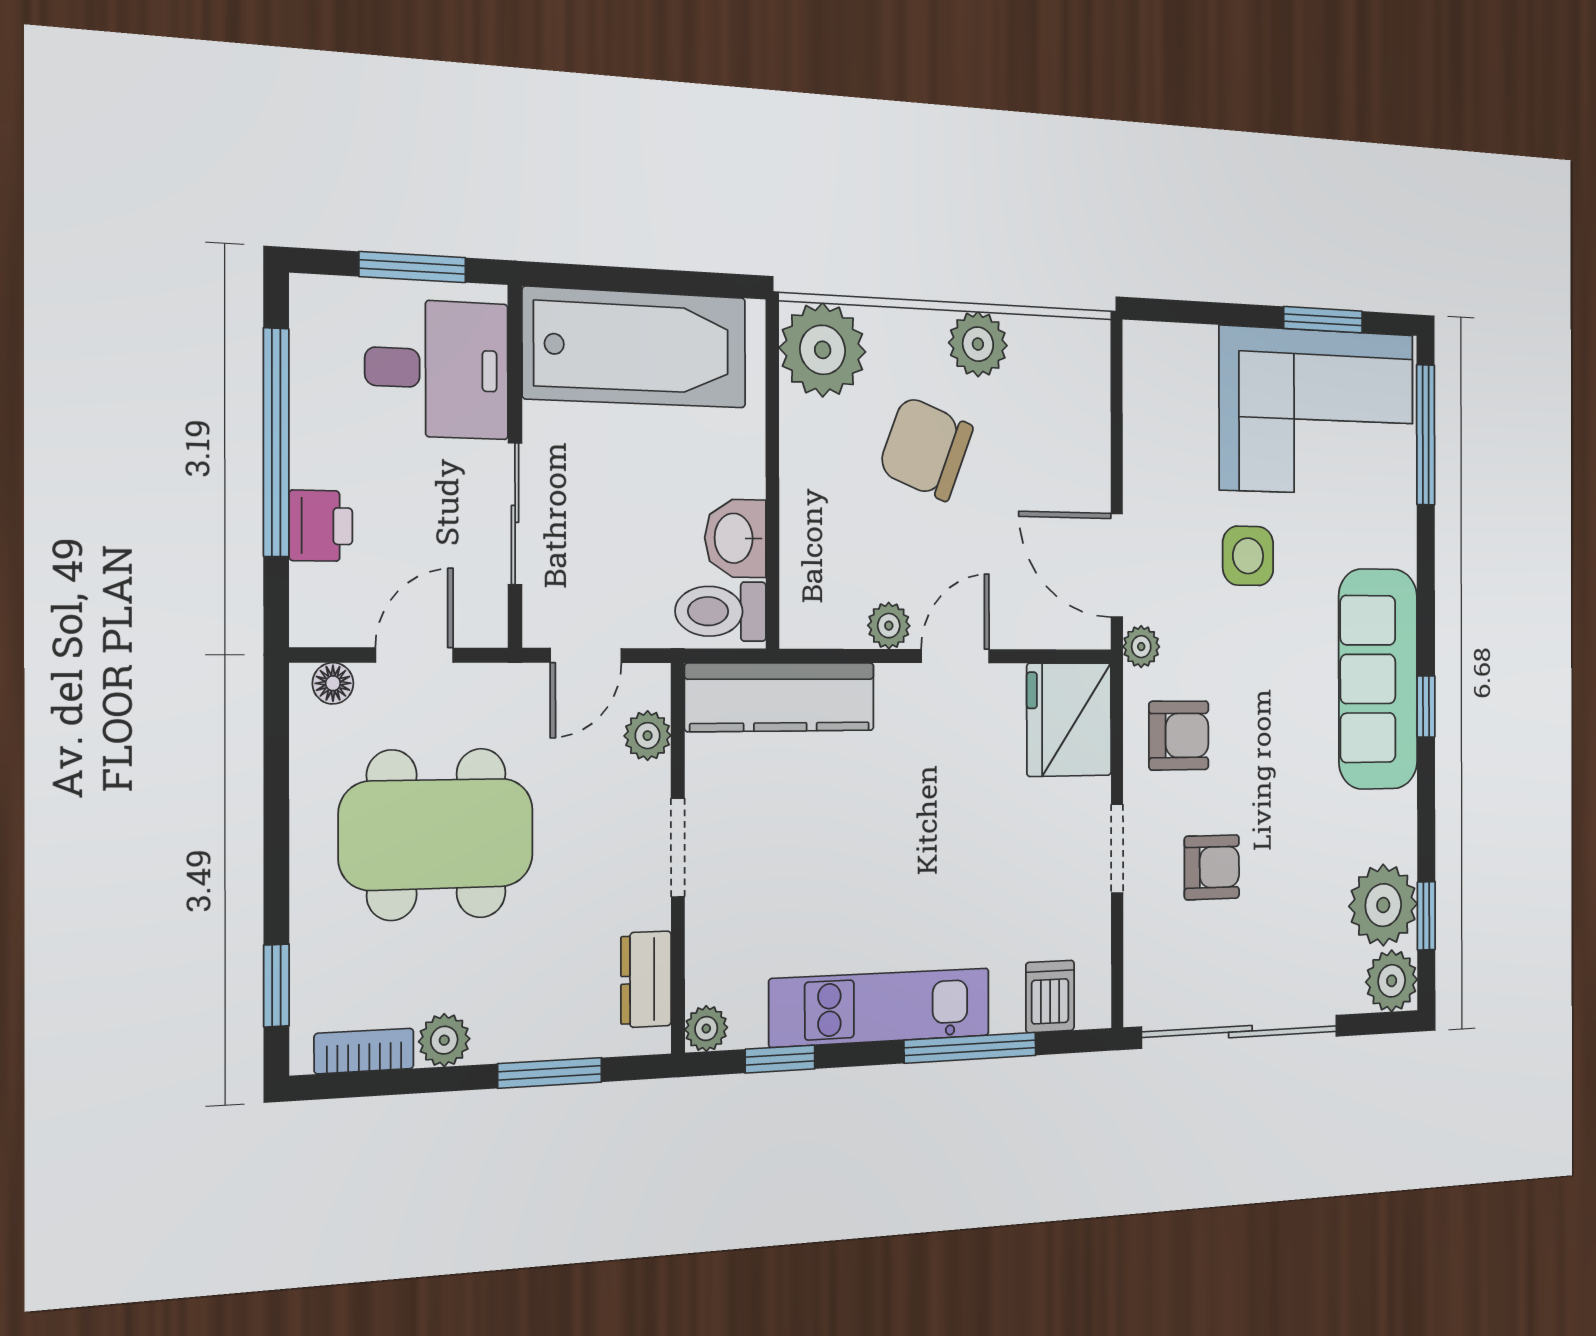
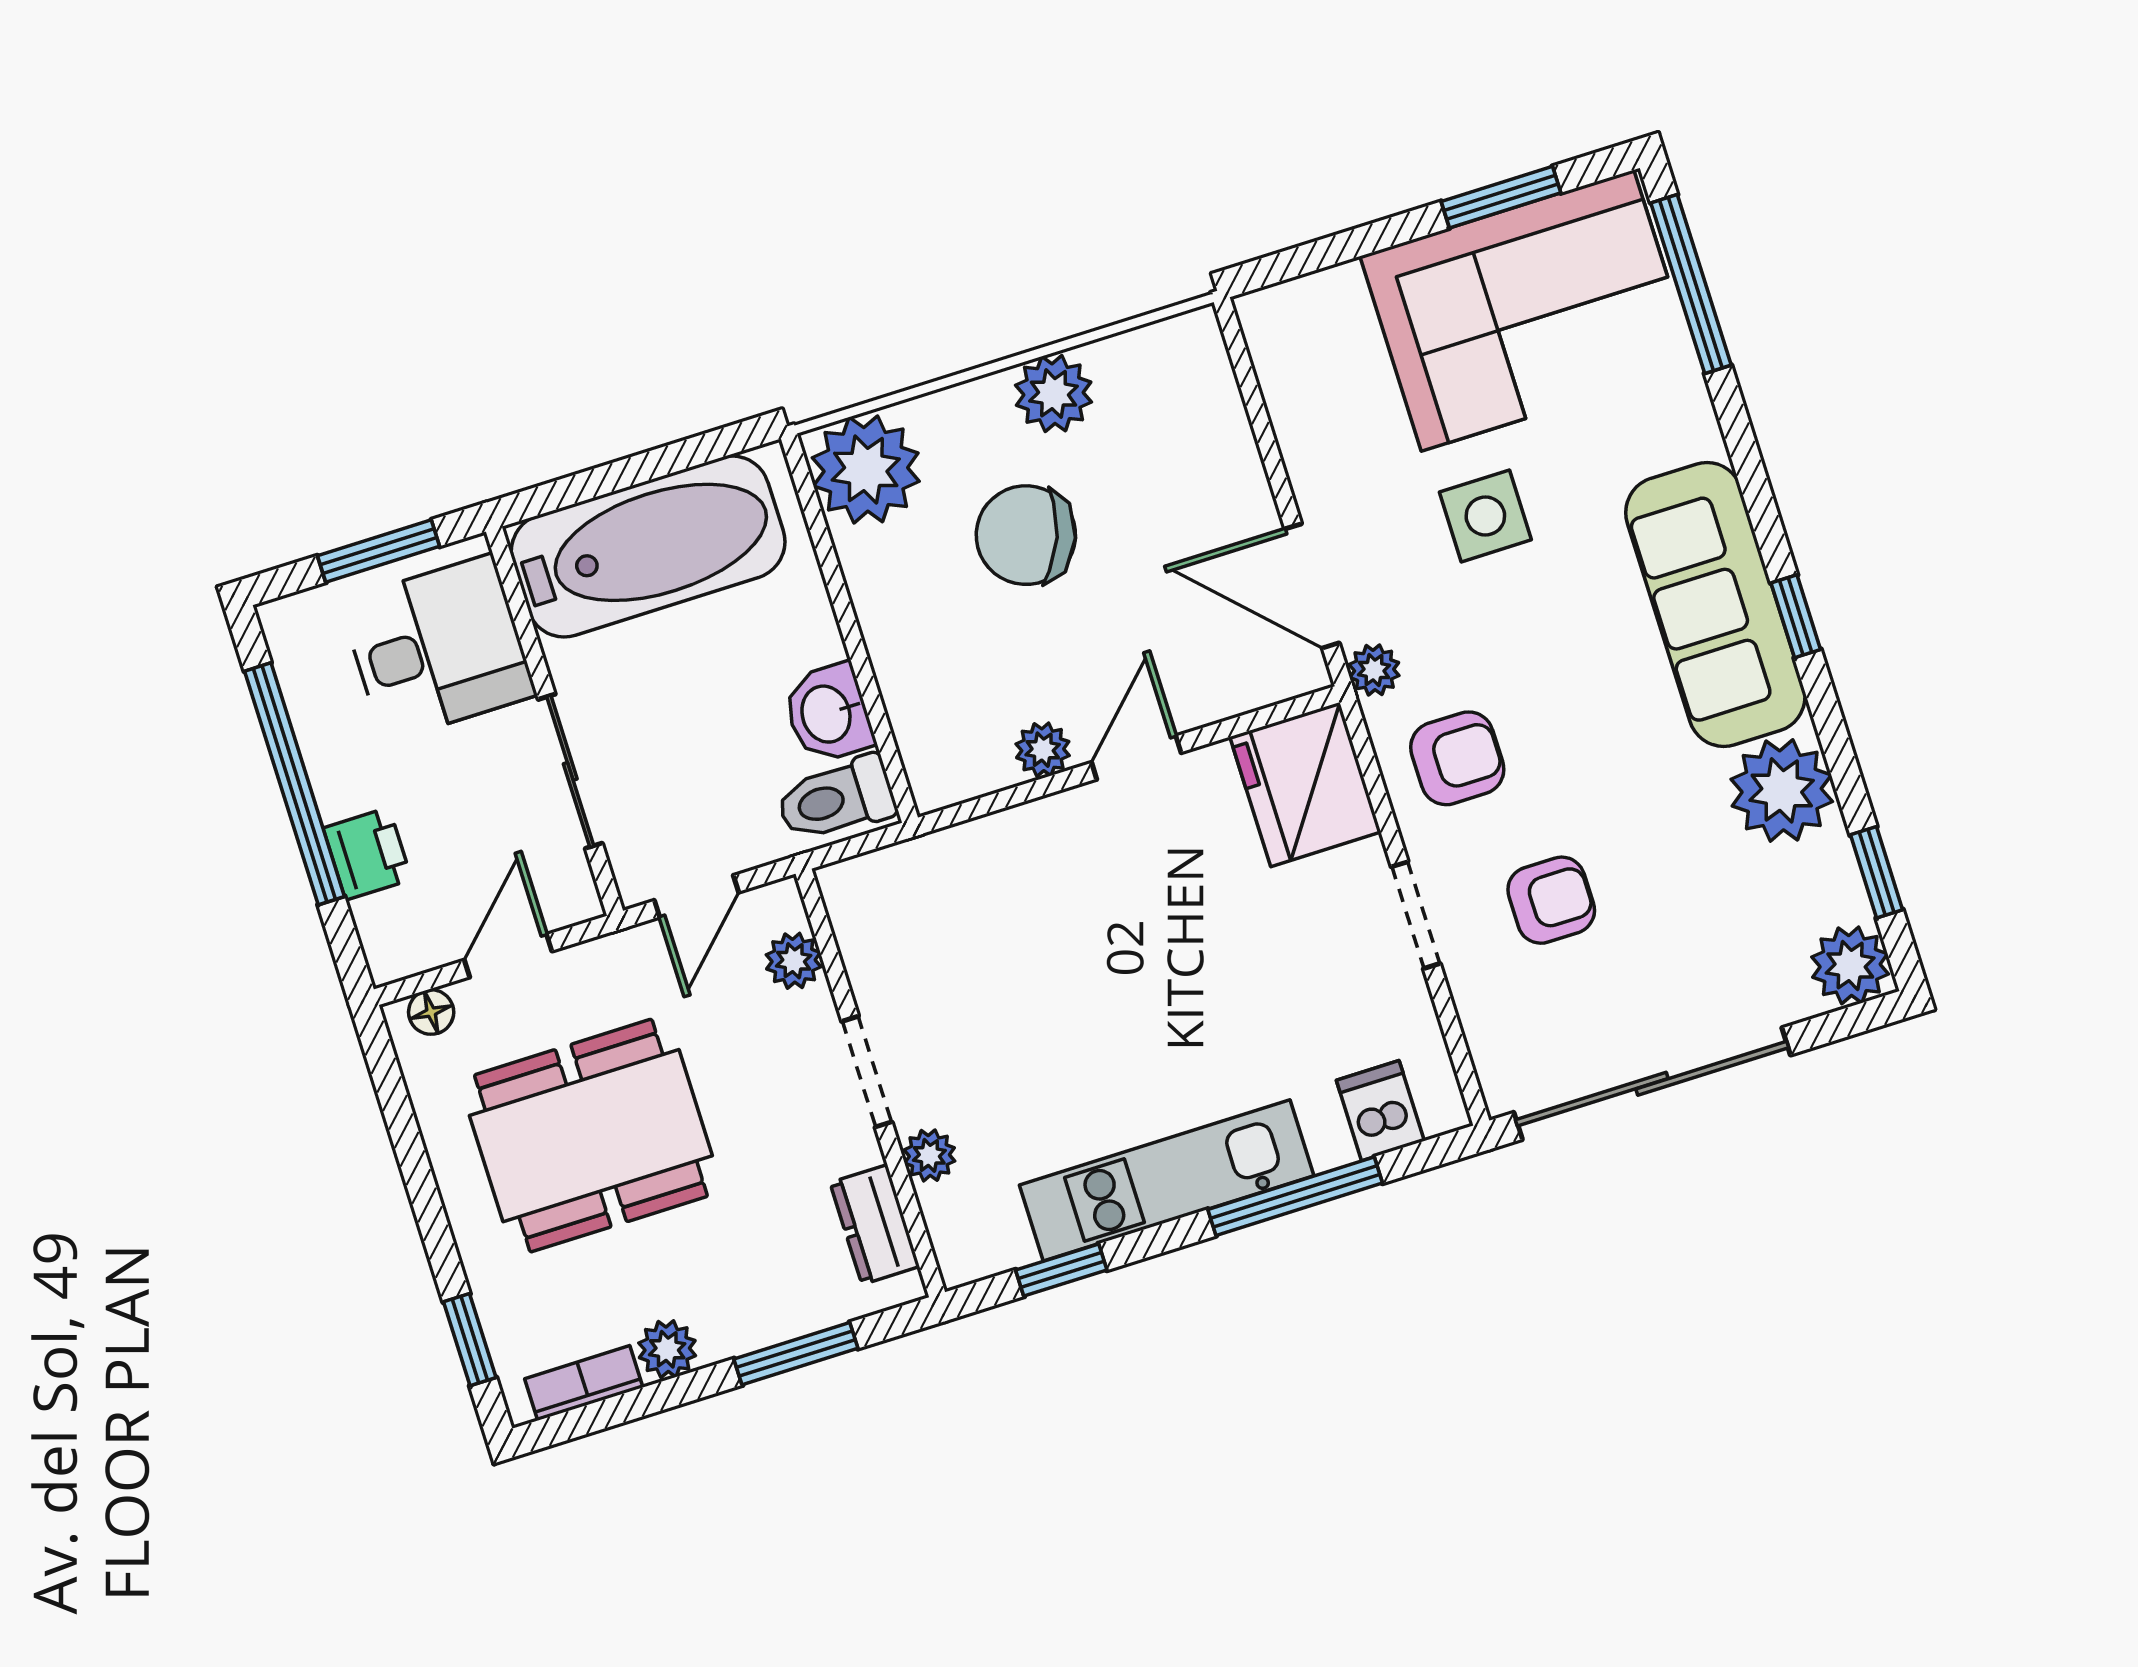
kitchen counter: (780, 697) -> (936, 871), removed
plant: (1383, 905) -> (1782, 790), moved
plant: (706, 1029) -> (929, 1155), moved

